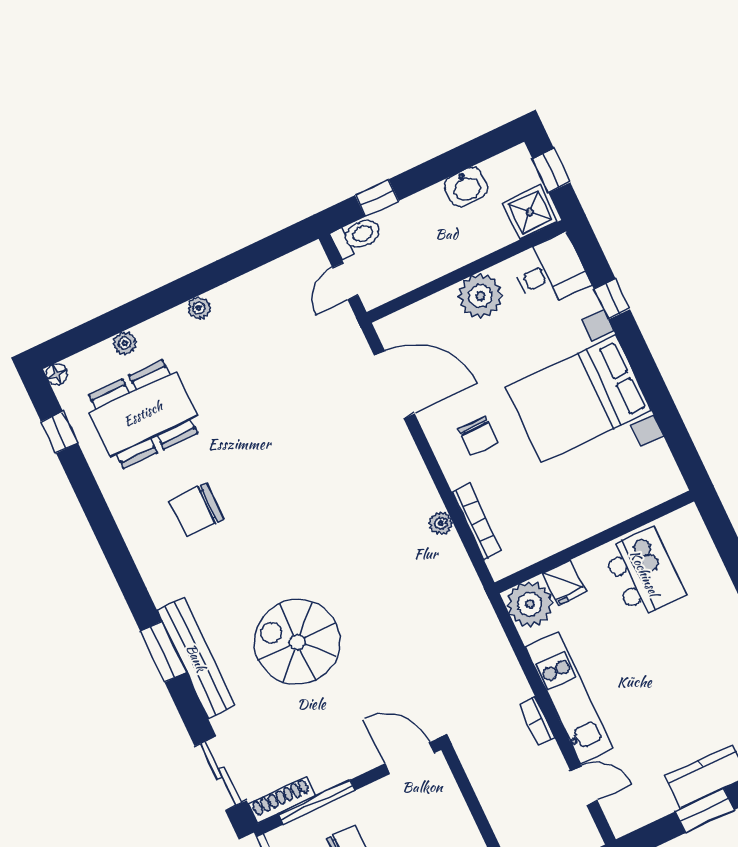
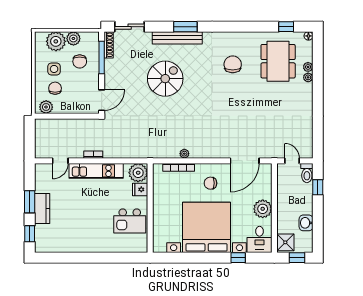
plant: (199, 308) -> (308, 77), moved
bed with nightstands: (578, 399) -> (207, 227), width x1.36

